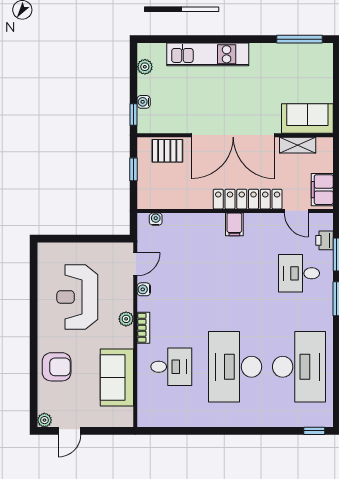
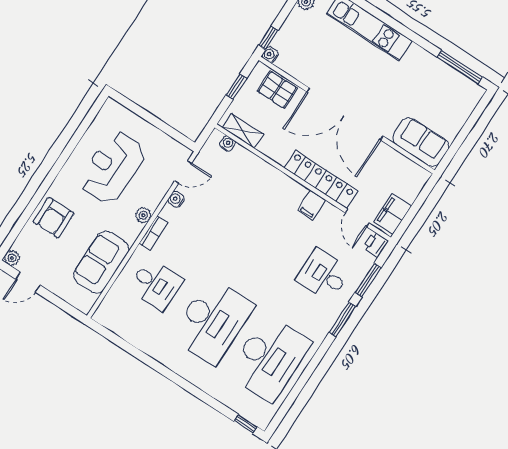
water cooler: (144, 102) -> (270, 55), moved
shelving: (298, 145) -> (243, 131), moved
filing cabinet: (234, 224) -> (311, 205), moved
printer: (324, 240) -> (376, 244), moved
armchair: (57, 367) -> (54, 218), turned 90
desk: (235, 367) -> (212, 321), turned 180

